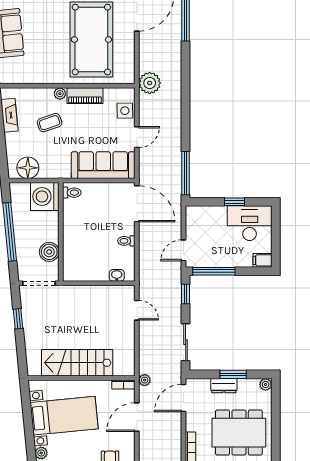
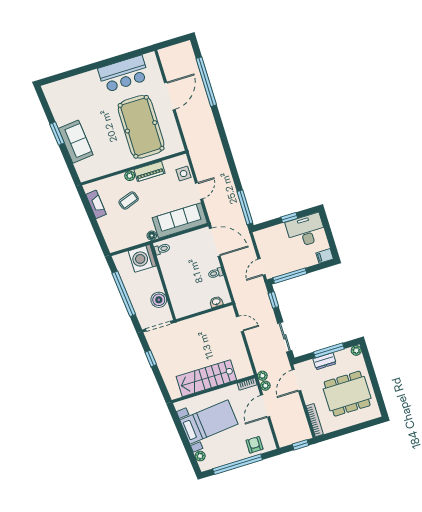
plant: (150, 83) -> (265, 386), moved, width x0.53, depth x0.53
floor lamp: (28, 168) -> (152, 236), moved, width x0.53, depth x0.53
window: (233, 374) -> (329, 350), width x1.44

